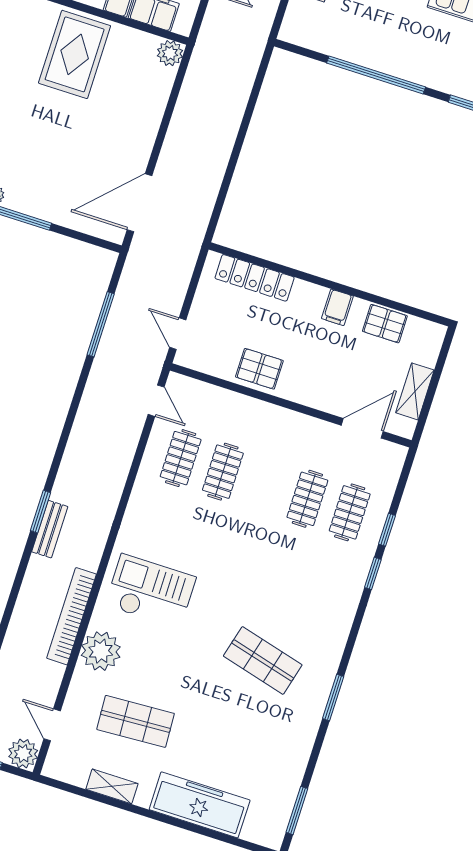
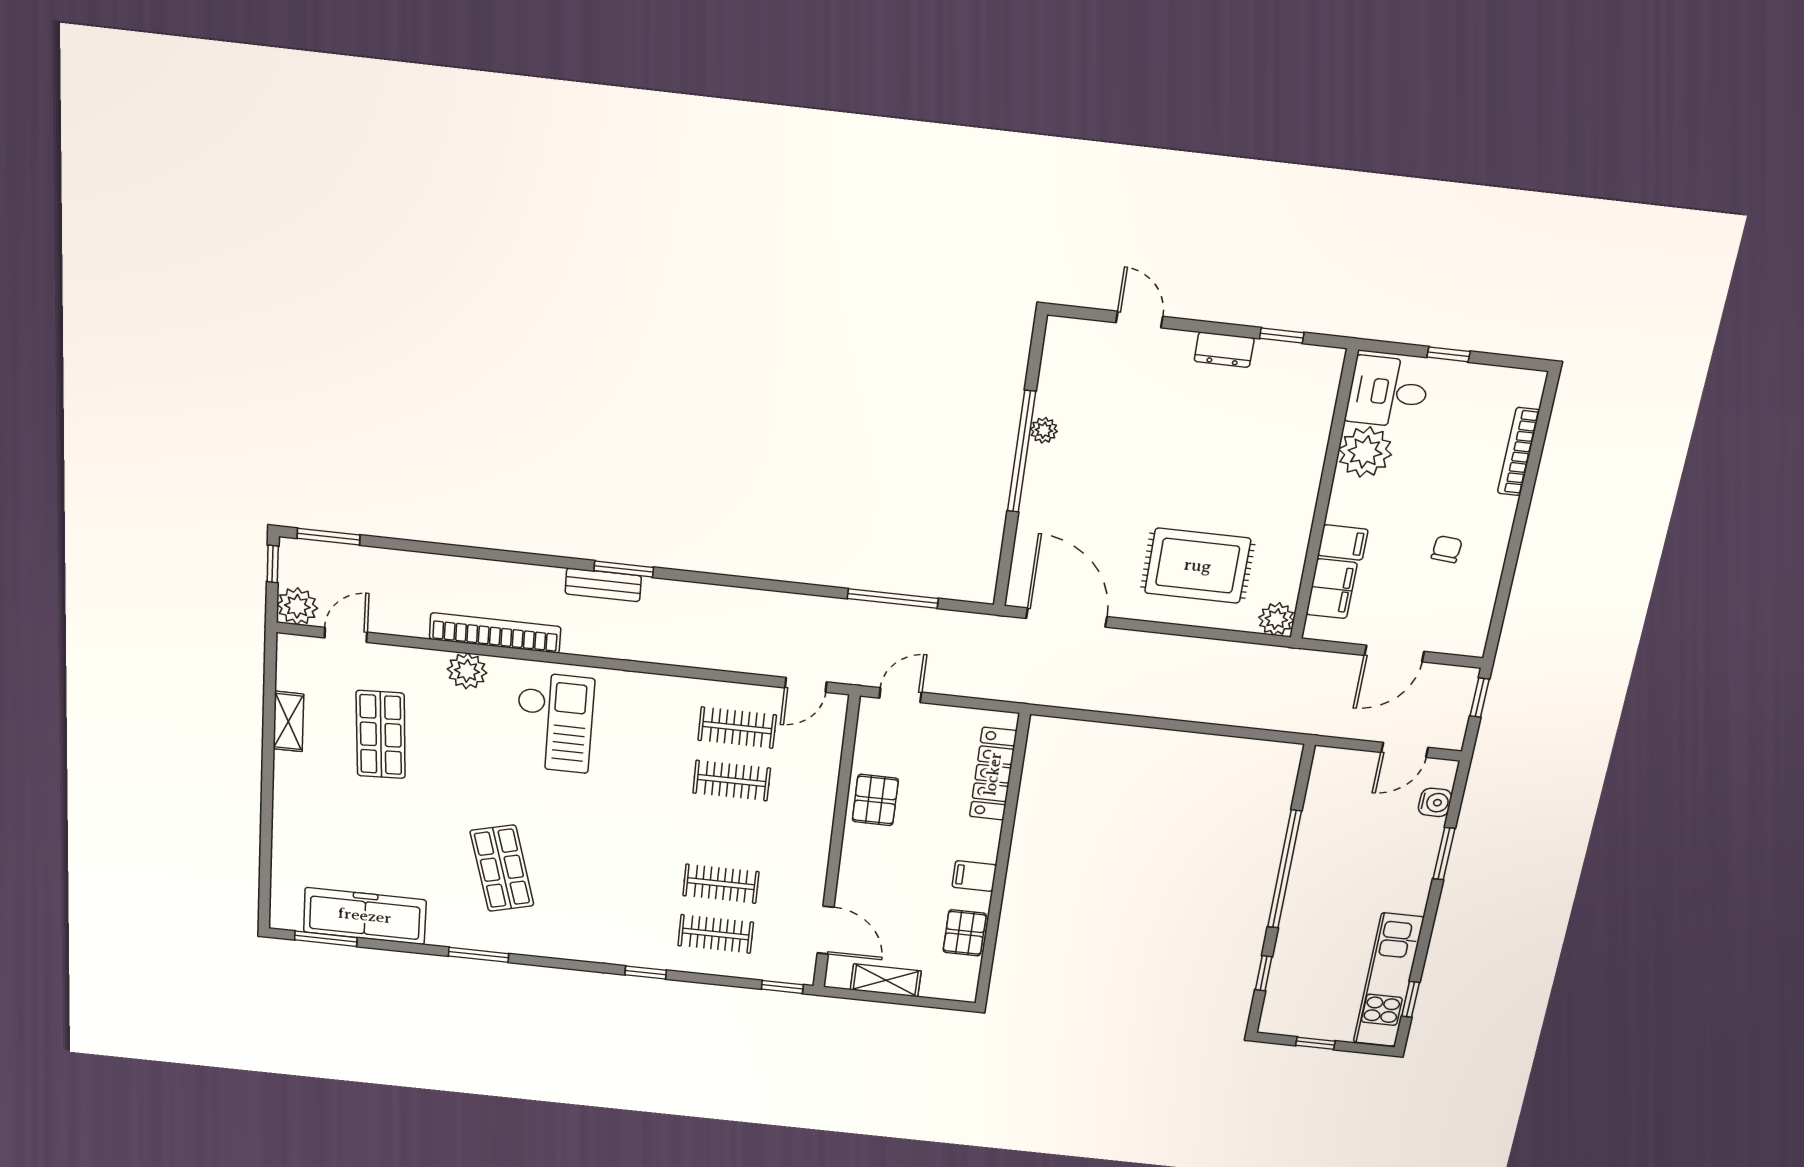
rug: (75, 54) -> (1198, 566), moved
window: (387, 530) -> (782, 987), moved
plant: (101, 651) -> (467, 671), width x0.73, depth x0.73
shop shelf: (263, 660) -> (502, 868), turned -30
freezer: (200, 805) -> (365, 916), moved, turned -90

